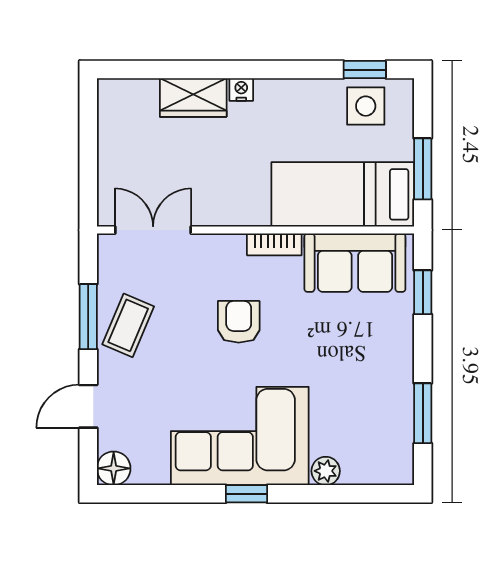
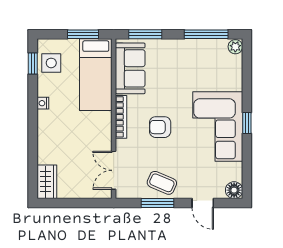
nightstand: (241, 89) -> (43, 103), moved
wardrobe: (193, 98) -> (47, 182), moved
bookcase: (274, 244) -> (121, 117), width x1.56
window: (423, 292) -> (145, 34), width x1.50
window: (423, 413) -> (206, 34), width x1.44
plant: (326, 471) -> (235, 47), moved

